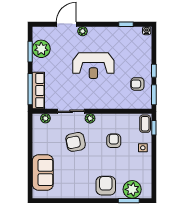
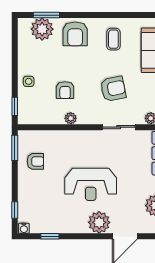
plant: (83, 31) -> (99, 222), width x1.87, depth x1.87
reception desk: (93, 66) -> (91, 184), turned 180
window: (154, 71) -> (15, 210), moved
plant: (90, 118) -> (71, 118), moved
coffee table: (145, 124) -> (113, 39), moved

